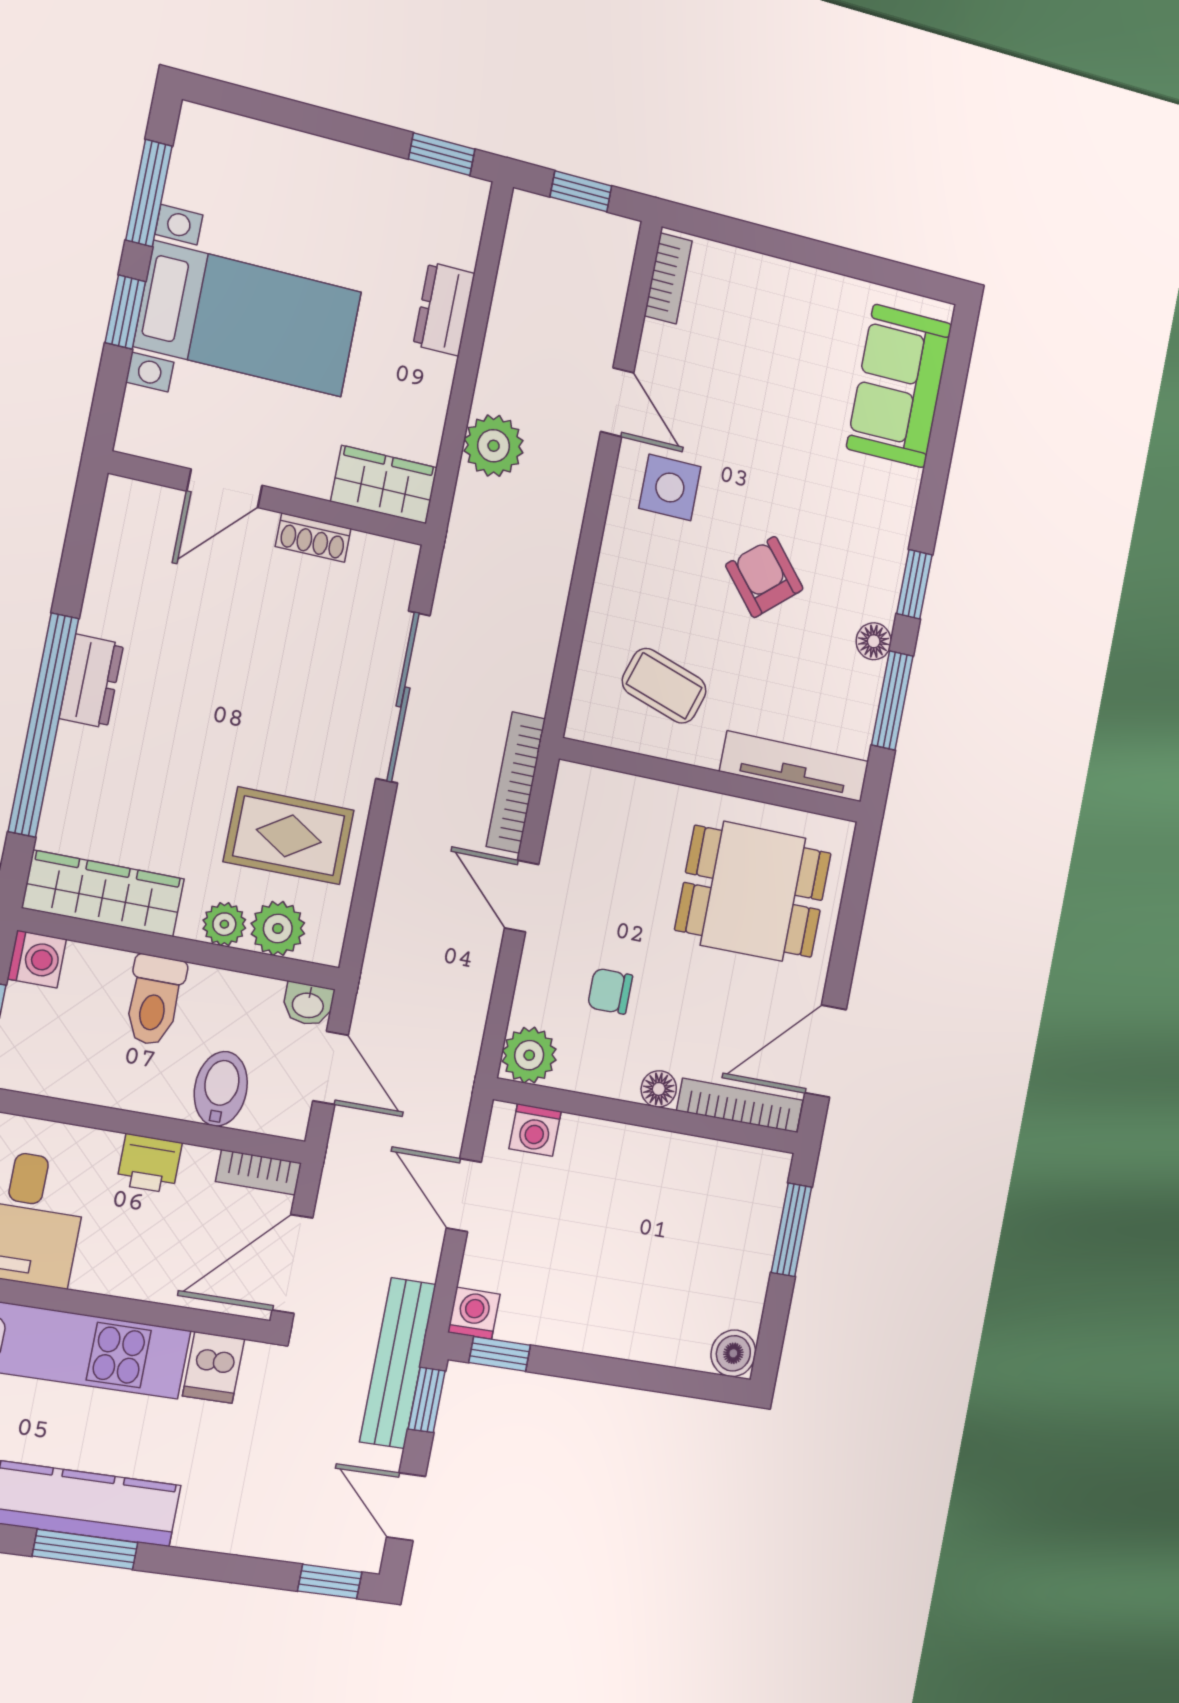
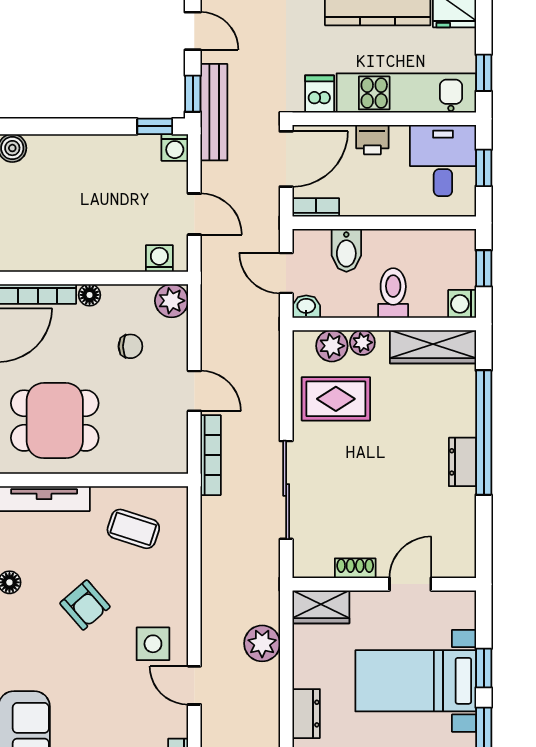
printer: (149, 1164) -> (372, 140), moved, turned 180

